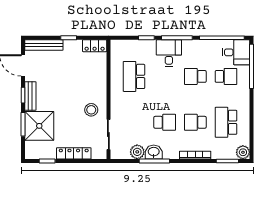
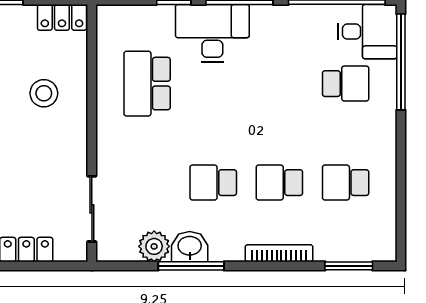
desk: (169, 53) -> (212, 33), width x1.37
school desk: (195, 76) -> (279, 84), removed
stool: (91, 110) -> (44, 93), moved
school desk: (165, 122) -> (213, 183), turned 180
school desk: (226, 122) -> (346, 183), width x0.54
plant: (243, 152) -> (382, 247), removed

